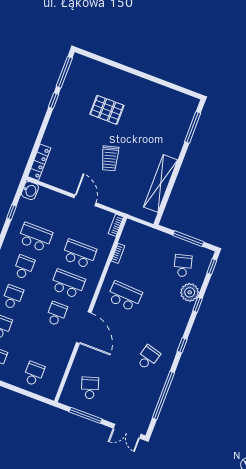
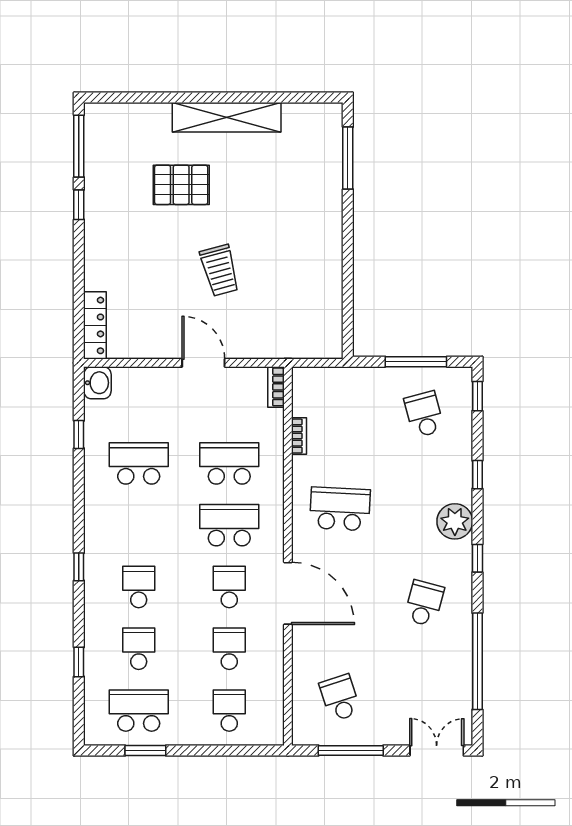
shelving: (161, 183) -> (227, 117), moved, turned 90
school desk: (24, 267) -> (229, 649), moved
plant: (190, 292) -> (455, 521), moved
double door: (127, 431) -> (437, 751), swing flipped

